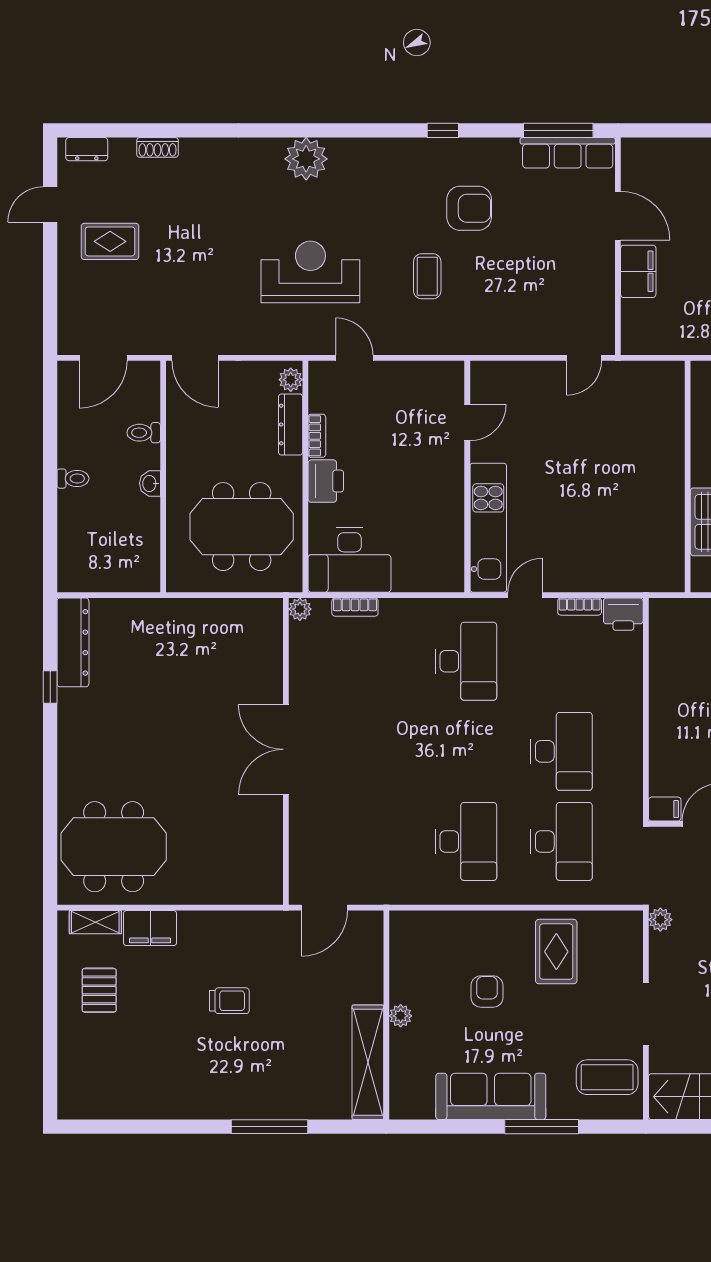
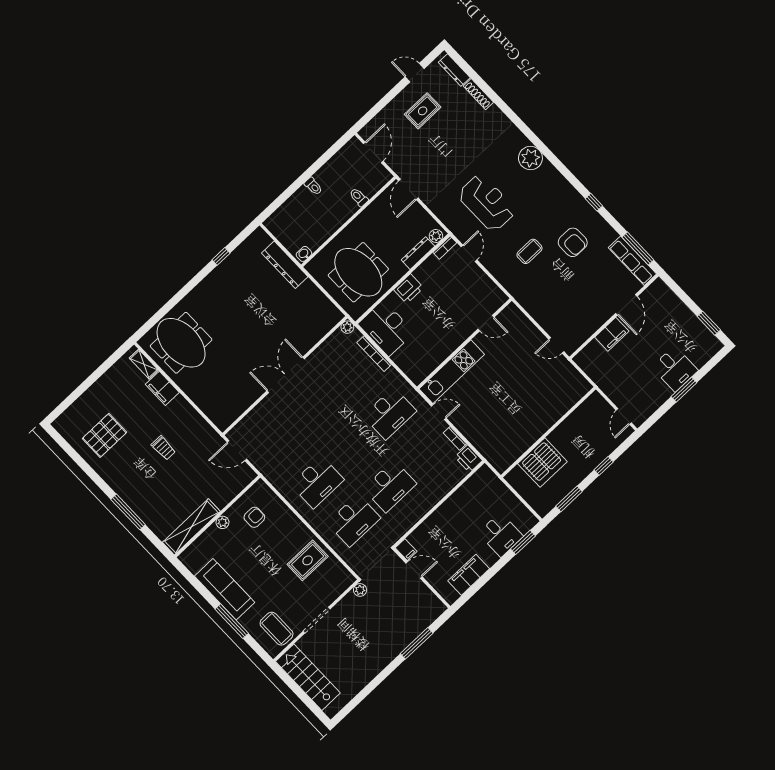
shoe rack: (158, 147) -> (478, 94), width x1.43
dresser: (87, 149) -> (454, 70), width x1.44
rug: (110, 241) -> (423, 111), turned 90
door: (103, 358) -> (373, 152), swing flipped
bookcase: (317, 436) -> (445, 248), moved
washbasin: (150, 483) -> (304, 254), moved
bookcase: (355, 607) -> (374, 354), width x1.56
dresser: (73, 642) -> (285, 265), moved, turned 90
pallet: (99, 990) -> (105, 435), moved, width x1.50, depth x1.42
armchair: (487, 992) -> (254, 517), moved

